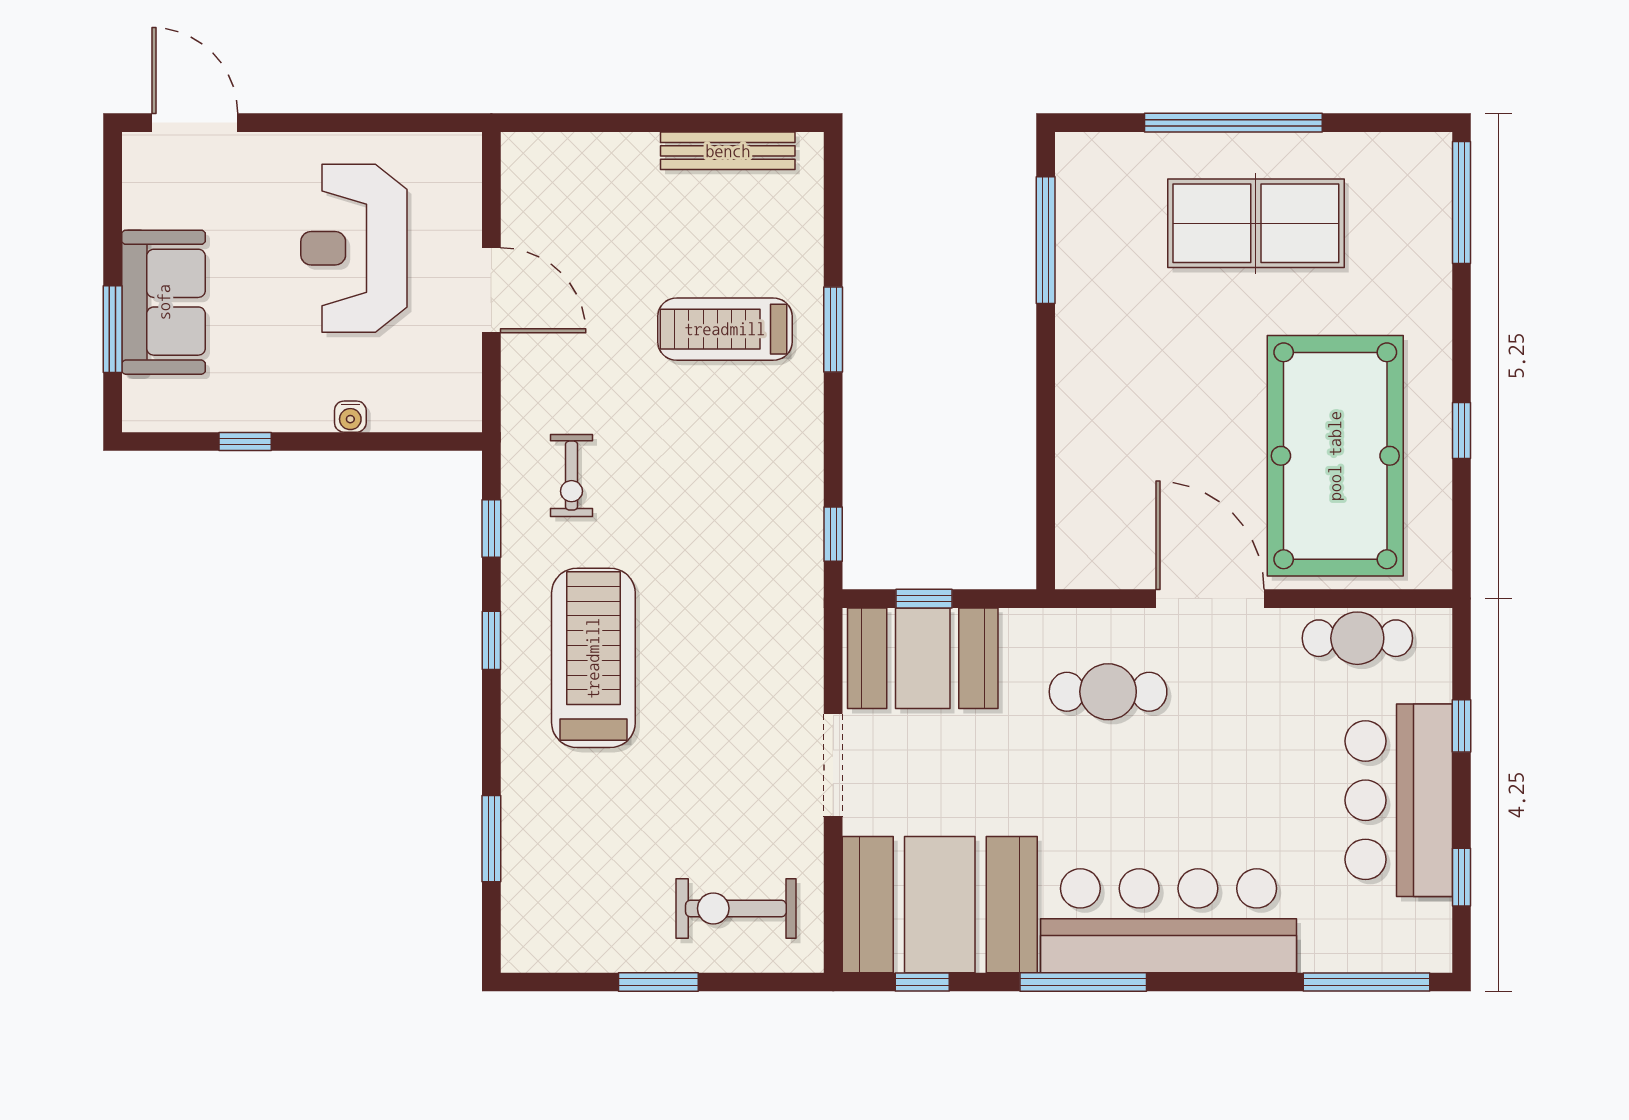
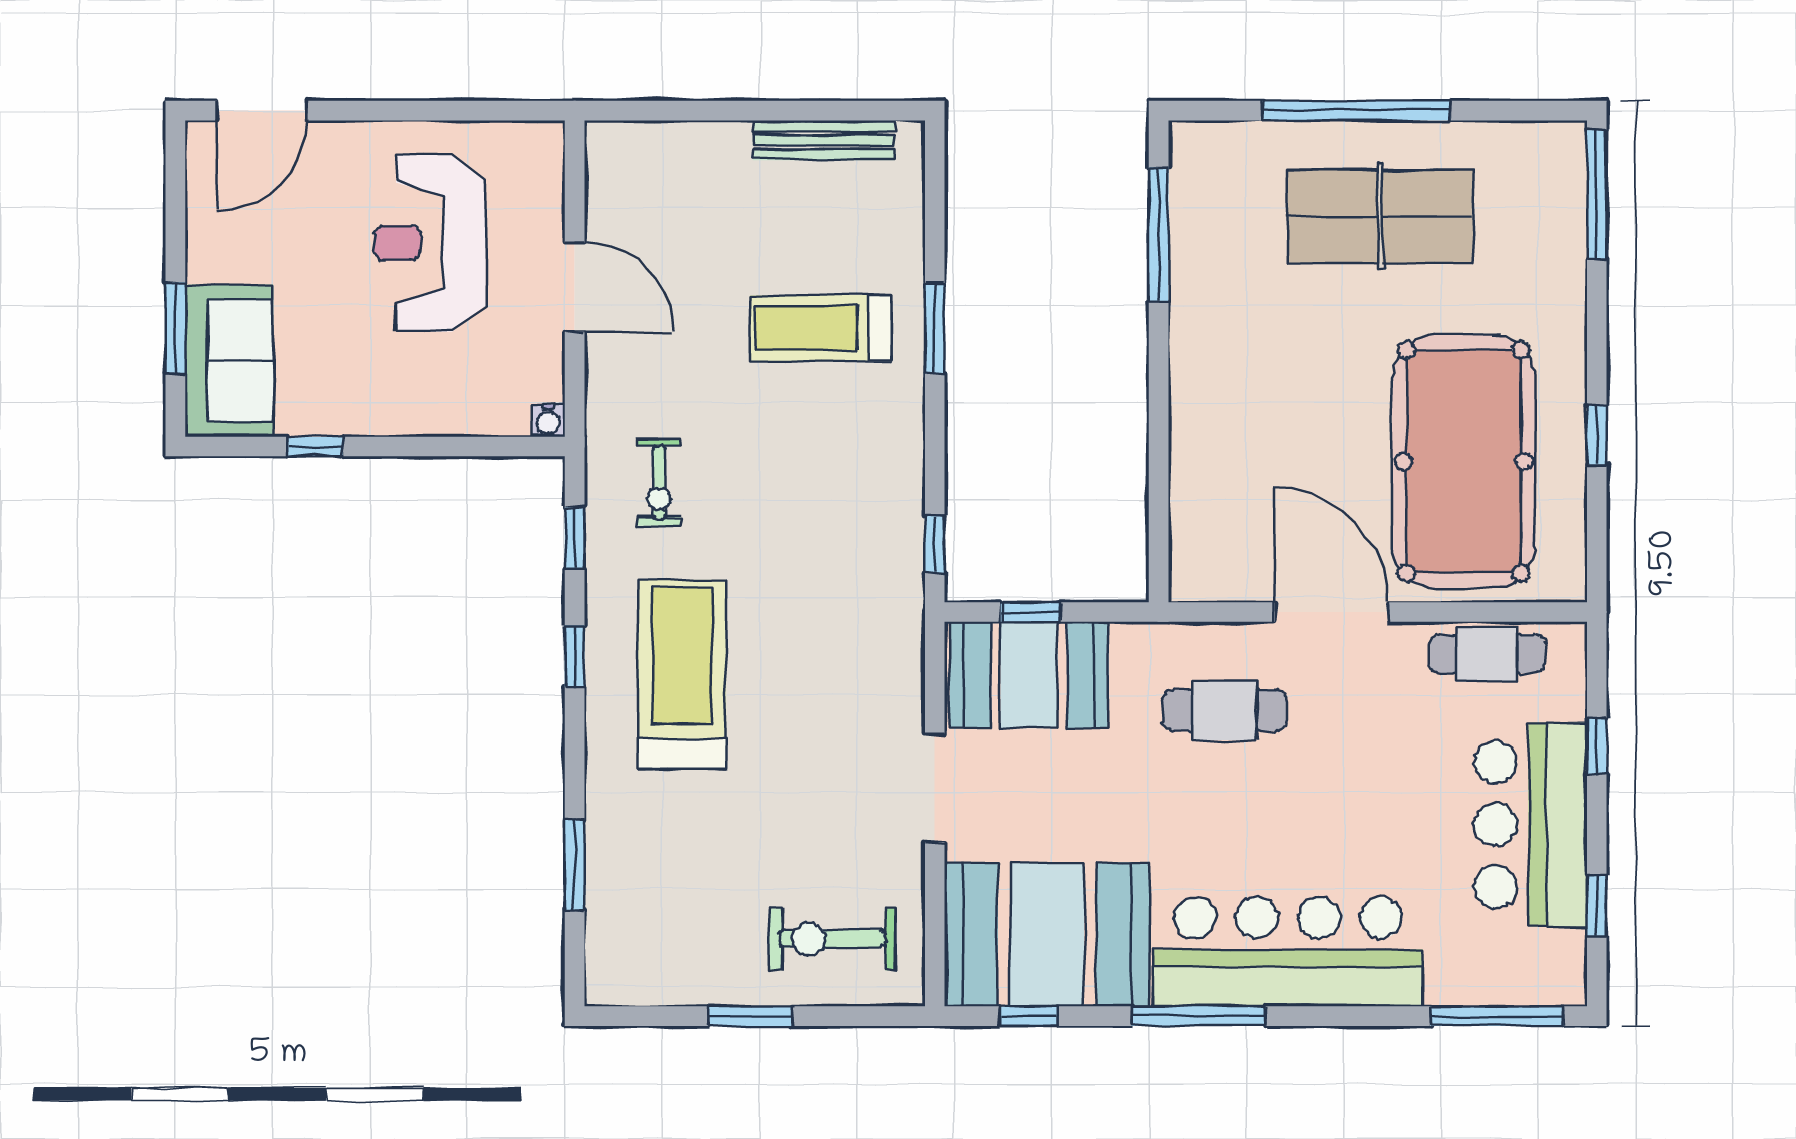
door: (195, 123) -> (262, 111), swing flipped
sofa: (164, 302) -> (229, 361), moved
water cooler: (350, 417) -> (548, 420), moved

